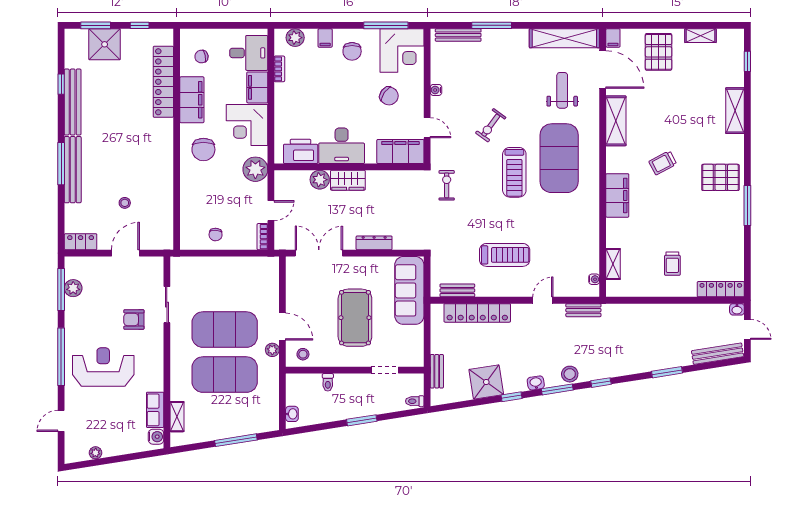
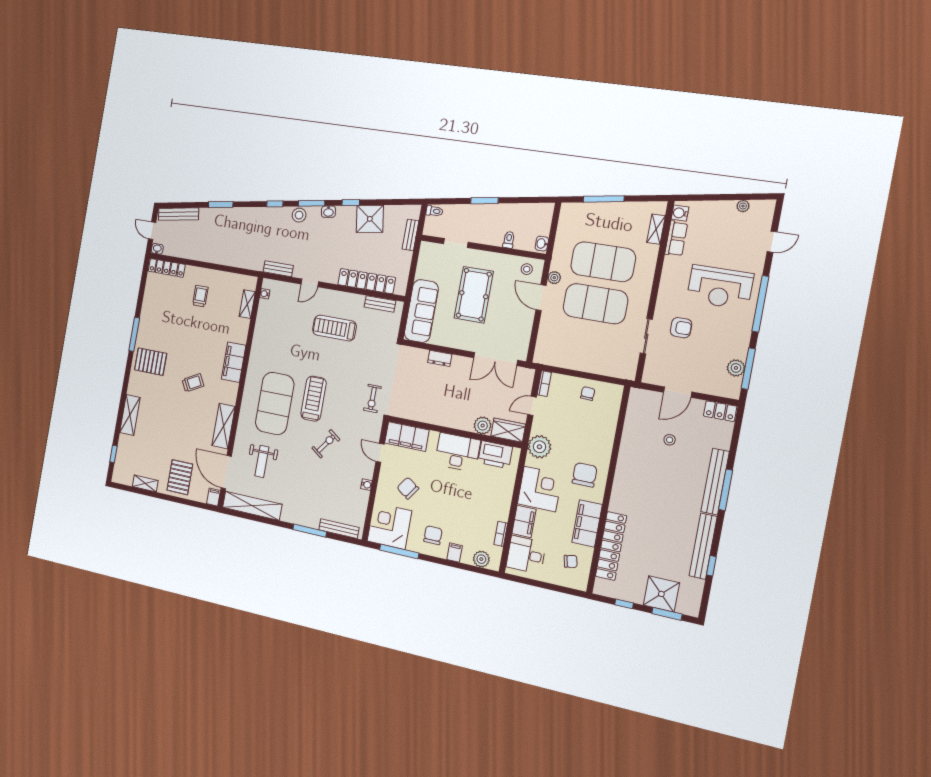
wardrobe: (348, 180) -> (508, 430), moved
dresser: (374, 243) -> (440, 358), width x0.70
washbasin: (292, 414) -> (542, 244), moved

